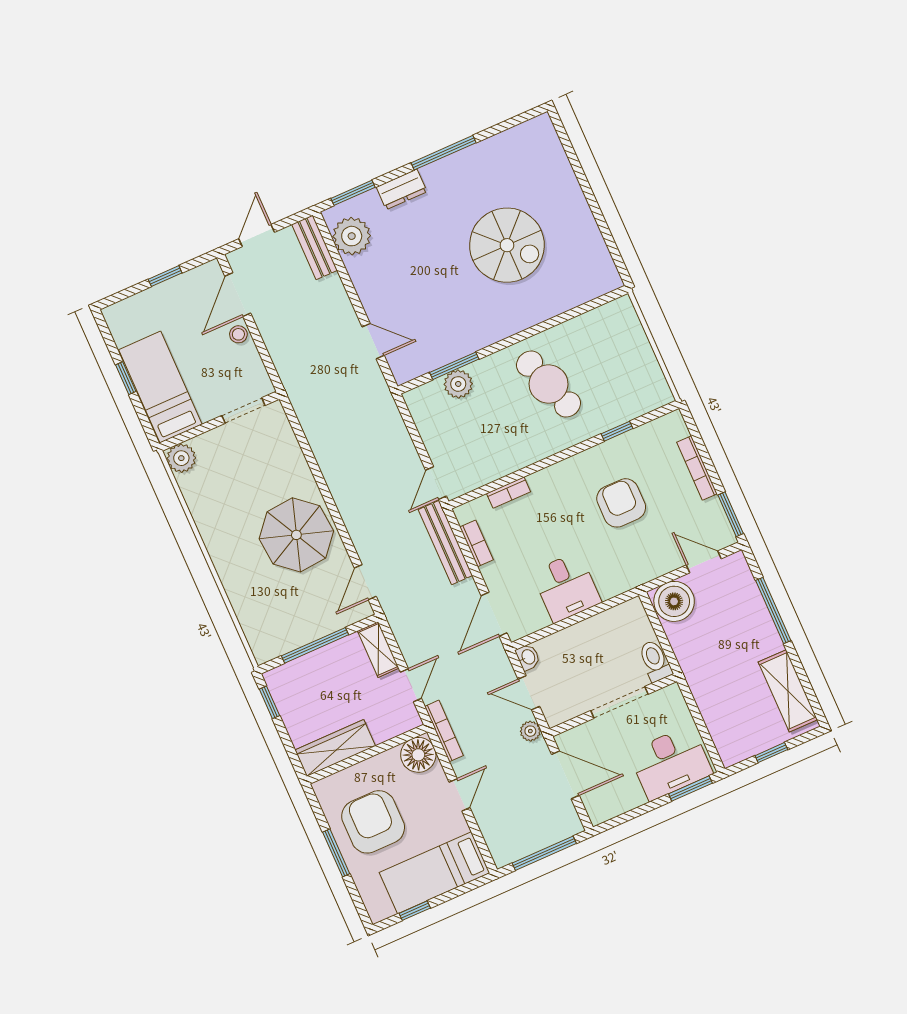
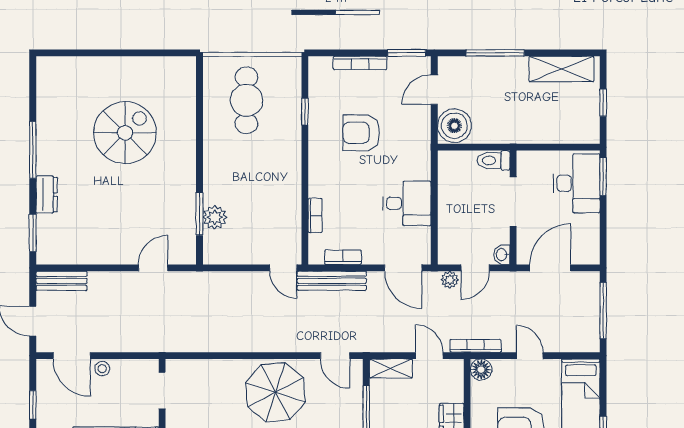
plant: (352, 236) -> (65, 249), removed
cafe table: (549, 384) -> (246, 100), moved, turned -71
washbasin: (528, 657) -> (502, 255), moved, turned -90
plant: (530, 731) -> (450, 280), moved
floor lamp: (418, 755) -> (481, 370), width x0.73, depth x0.73

